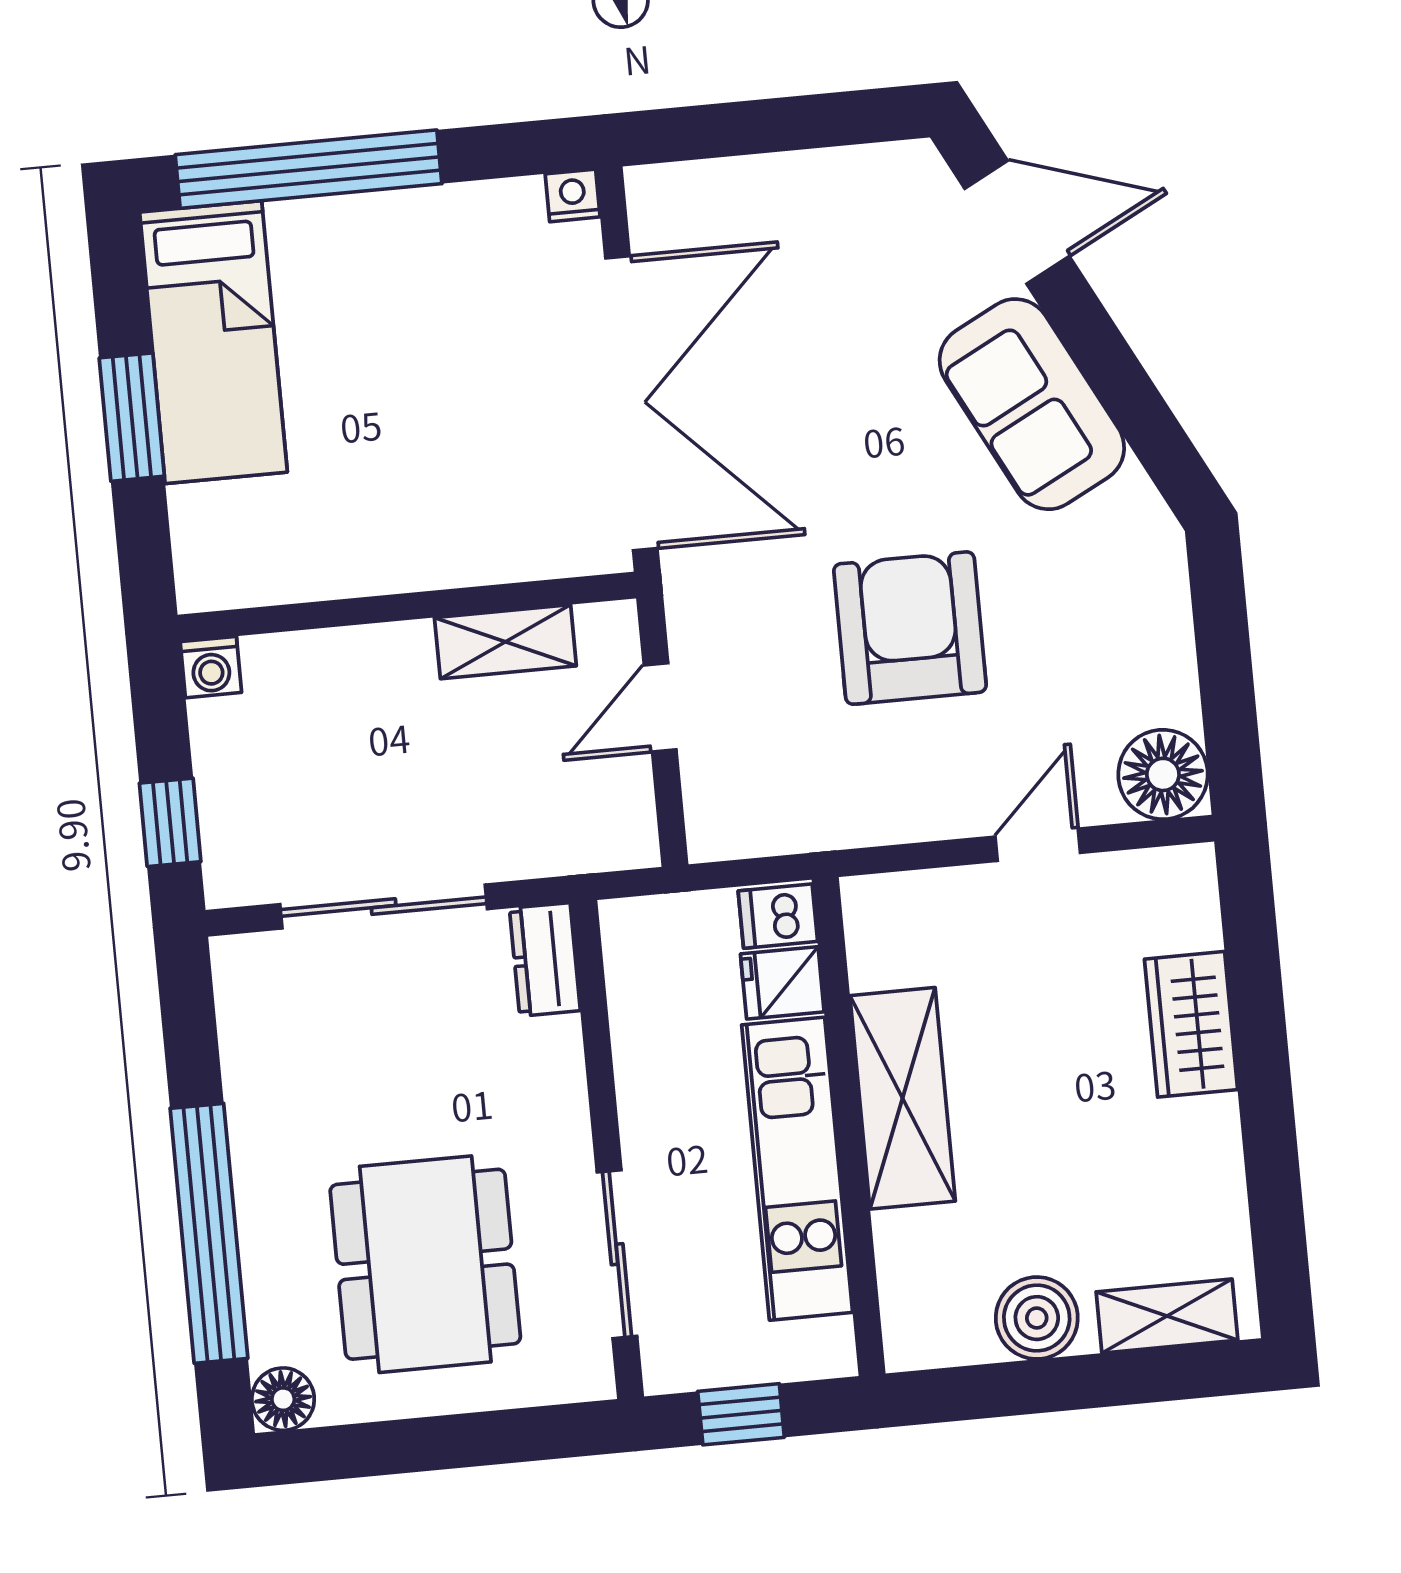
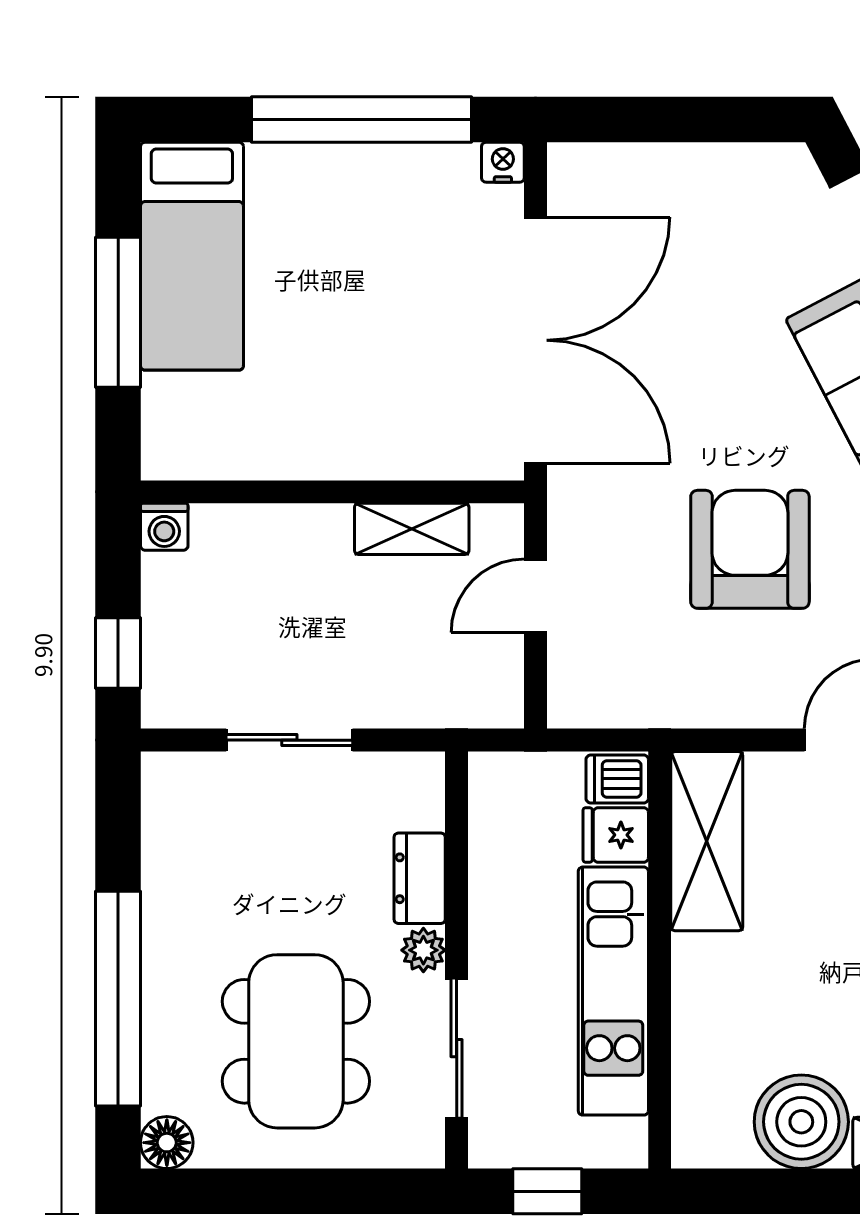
window: (309, 169) -> (361, 119), moved
window: (132, 417) -> (118, 312), width x1.44
sliding door: (384, 907) -> (289, 740), width x0.73
dresser: (545, 959) -> (420, 878), moved
shelving: (903, 1098) -> (707, 841), moved
plant: (567, 1141) -> (423, 950), added
boiler: (1037, 1318) -> (801, 1122), width x1.37, depth x1.37

